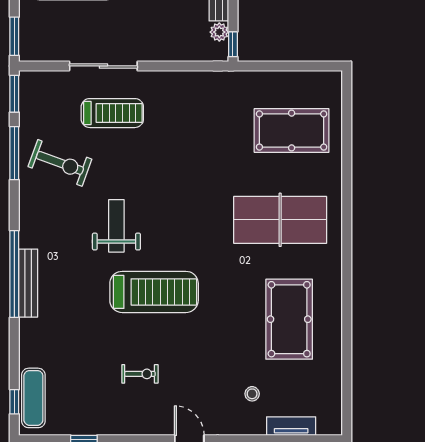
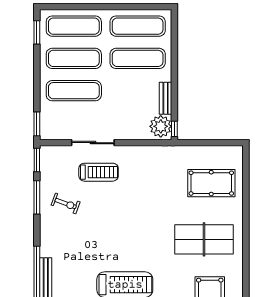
plant: (219, 32) -> (161, 126), width x1.87, depth x1.87
exercise bike: (60, 163) -> (66, 203), width x0.73, depth x0.72
weight bench: (116, 226) -> (101, 243), removed

